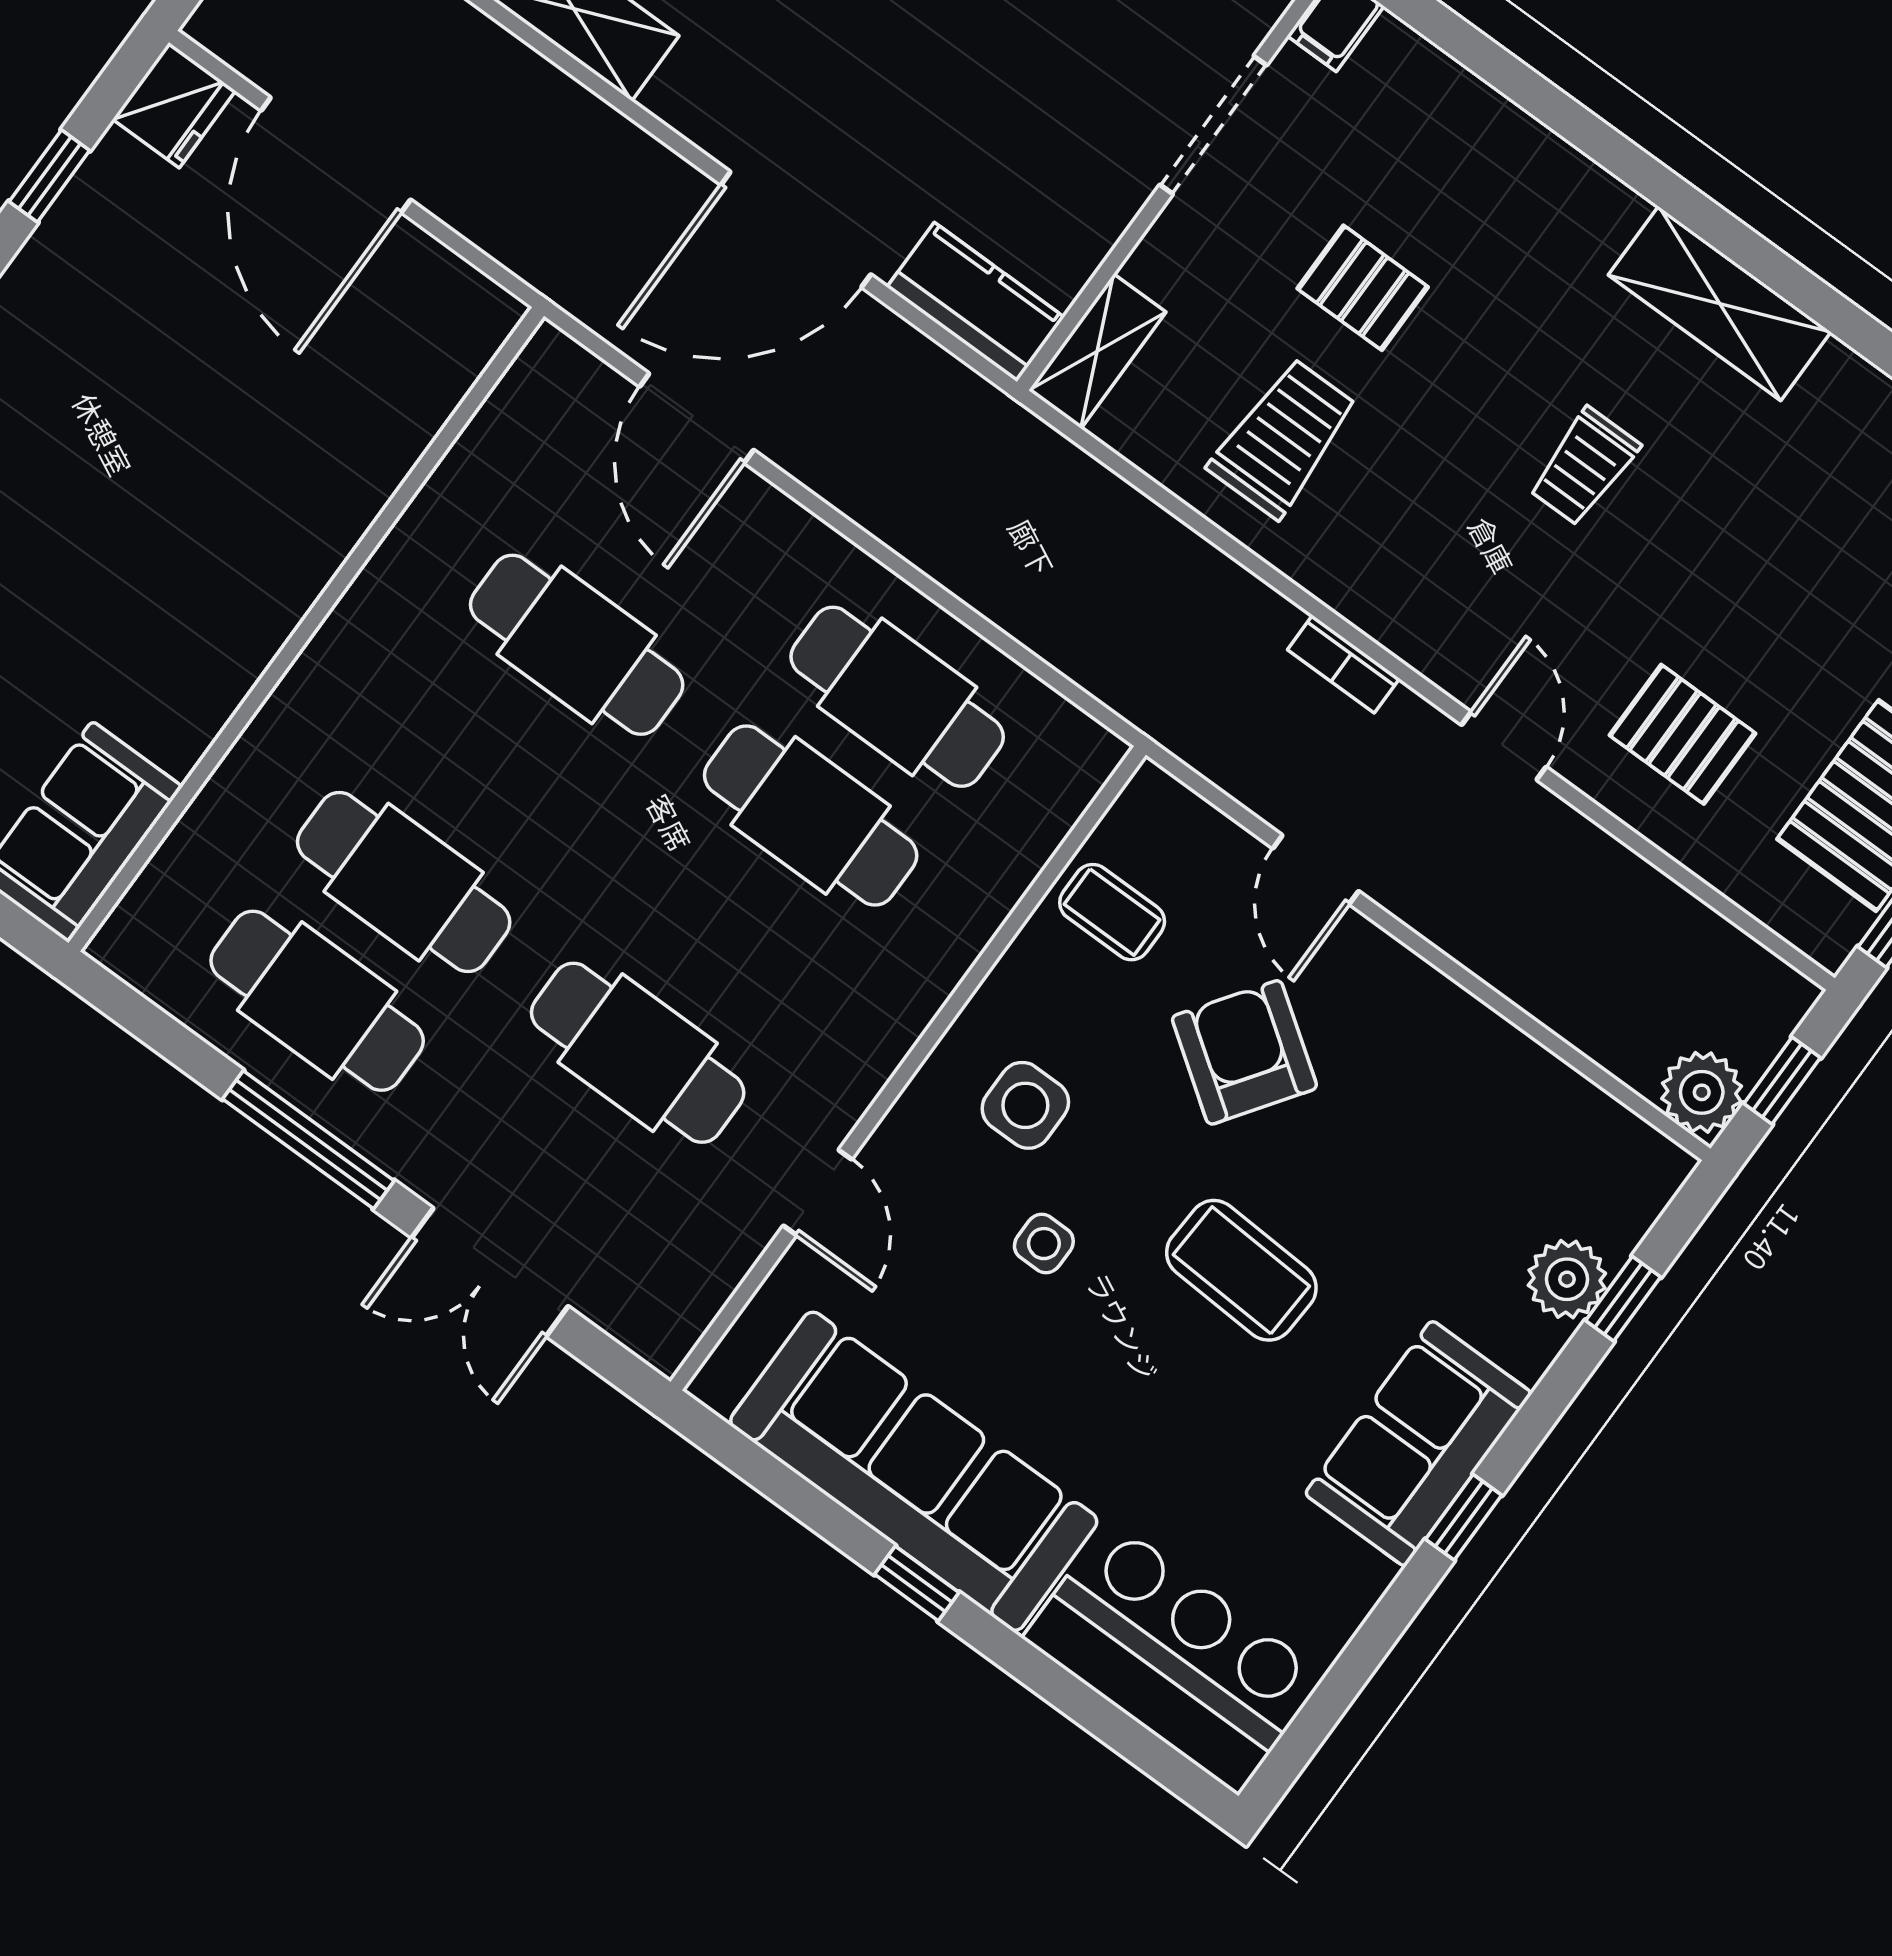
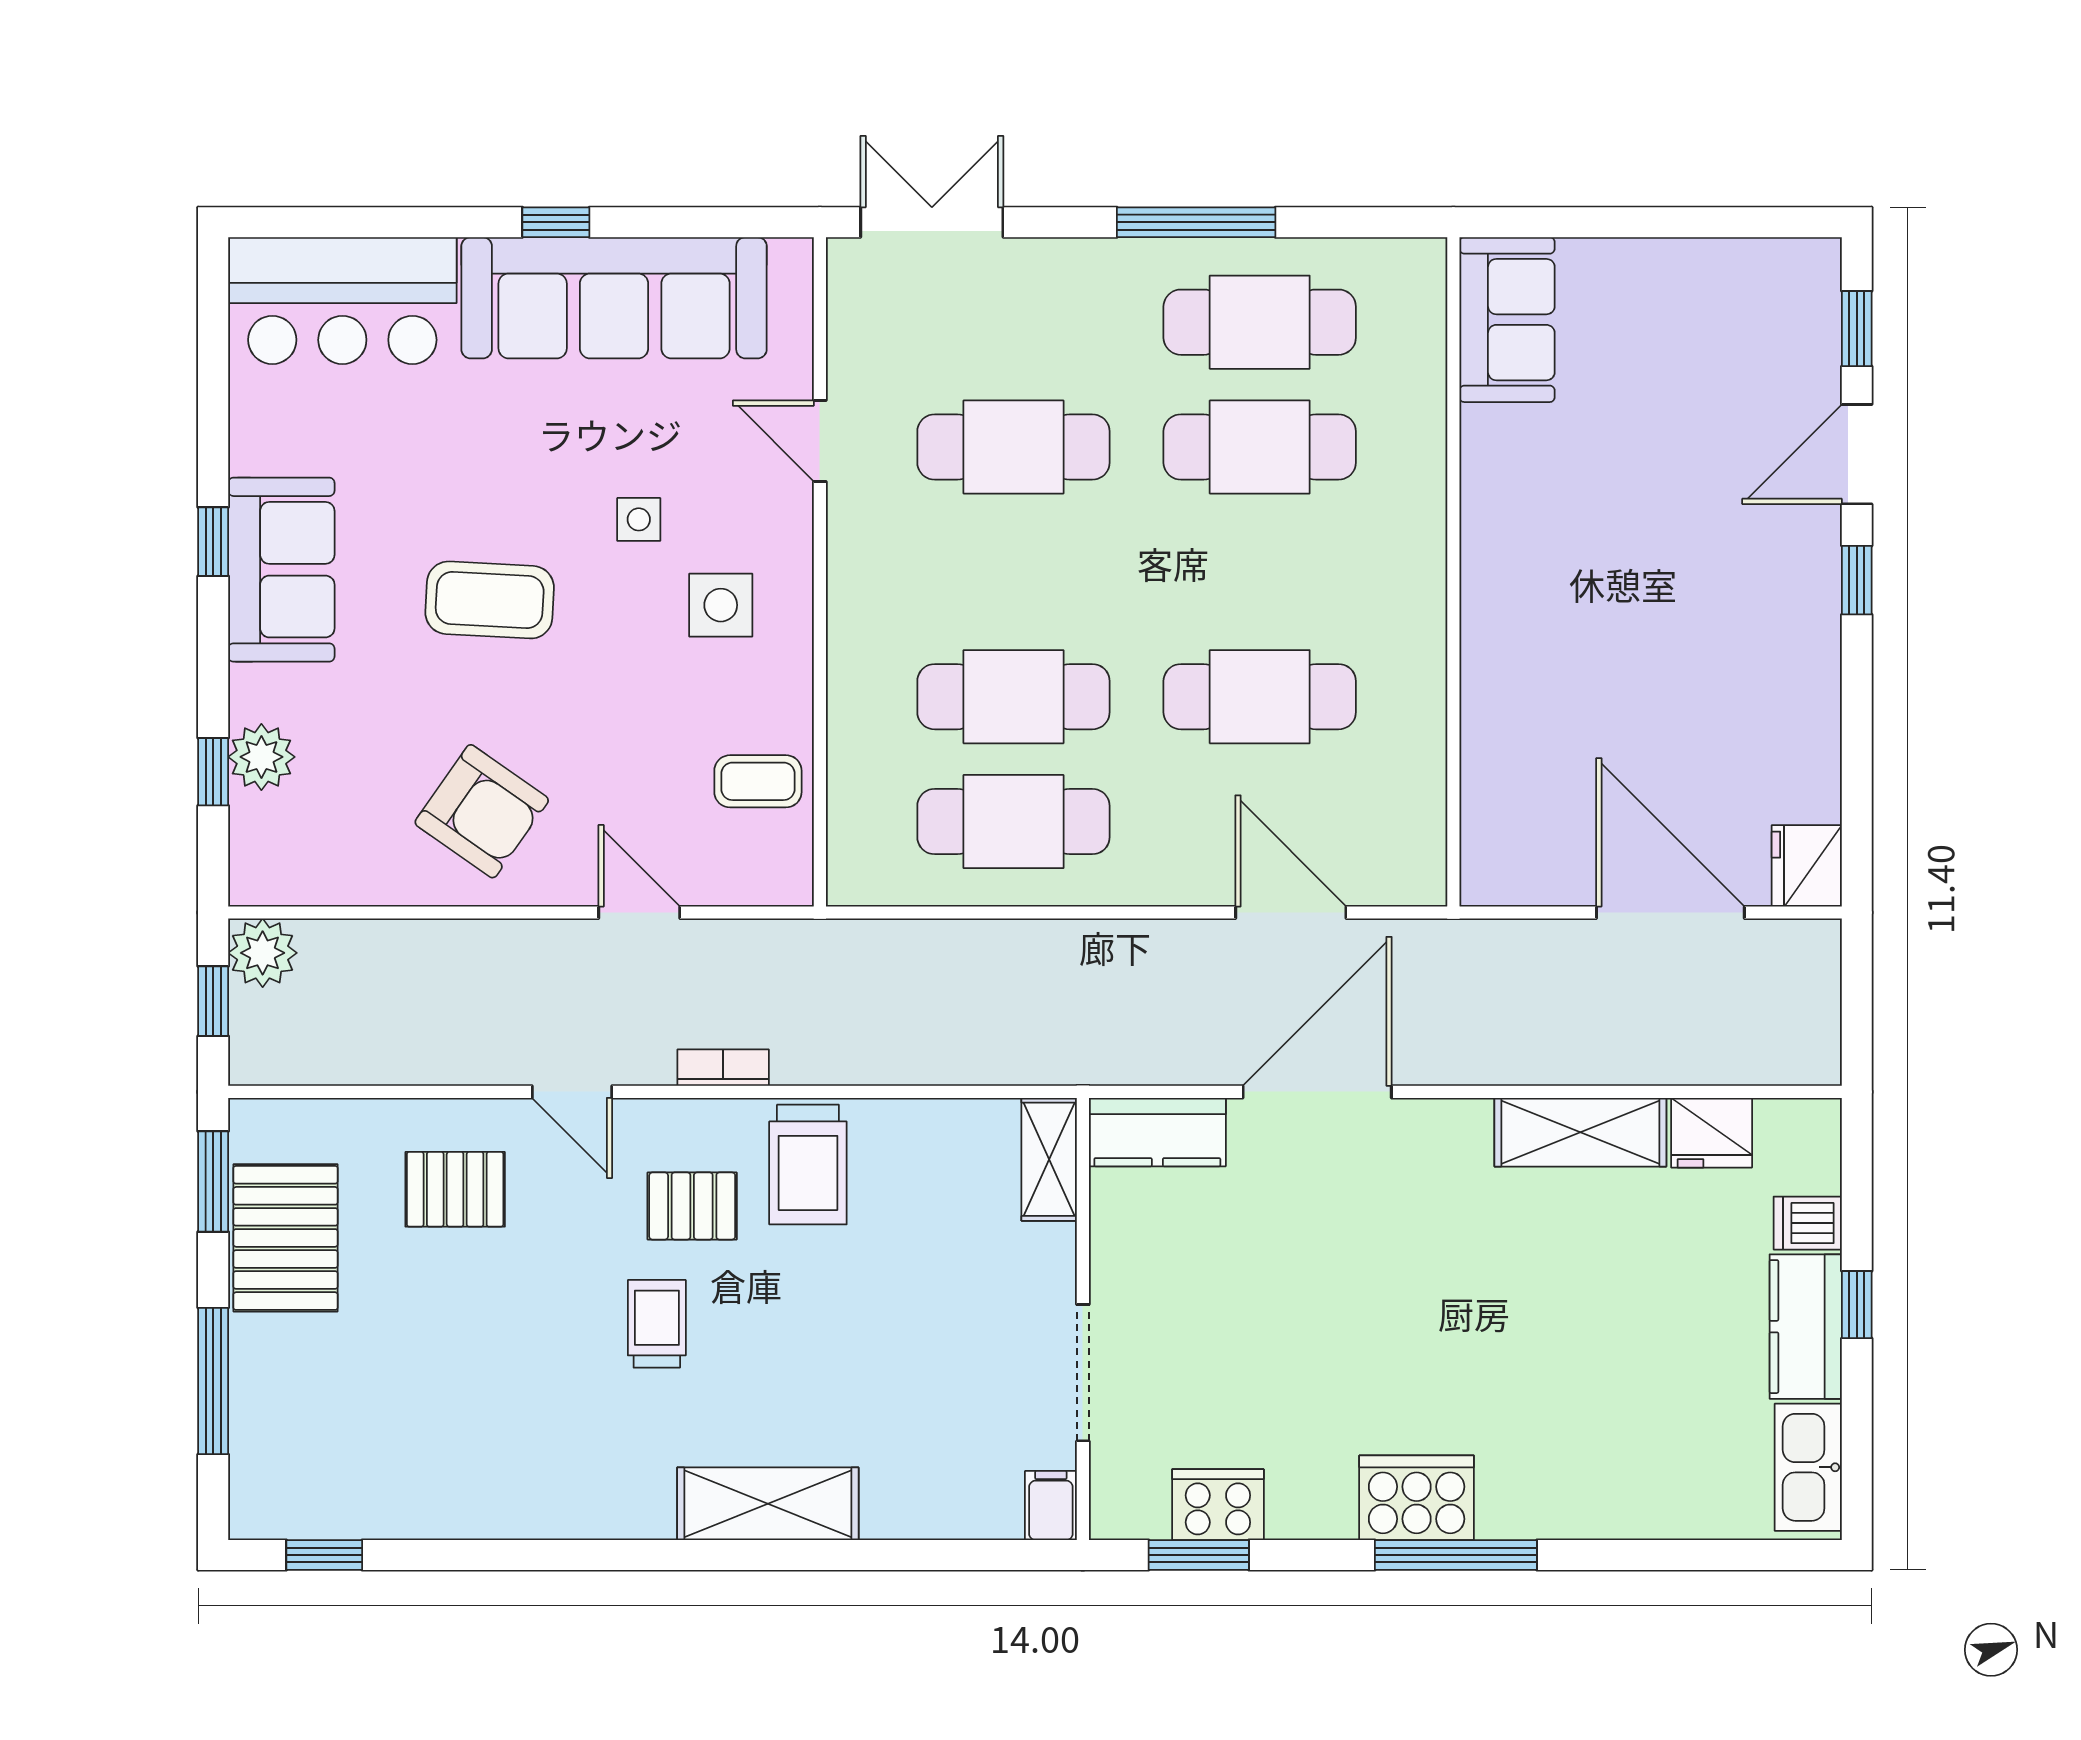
window: (49, 176) -> (1857, 755), removed
pallet: (1363, 288) -> (692, 1206), moved
shelving: (1720, 304) -> (768, 1504), moved
trolley: (1283, 438) -> (808, 1165), moved
armchair: (1244, 1052) -> (482, 811), moved
double door: (490, 1272) -> (932, 222), moved

